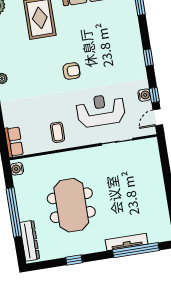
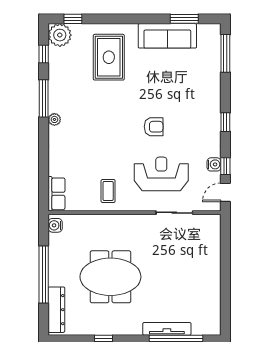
armchair: (72, 71) -> (154, 127), moved
meeting table: (71, 205) -> (110, 277), turned 90

